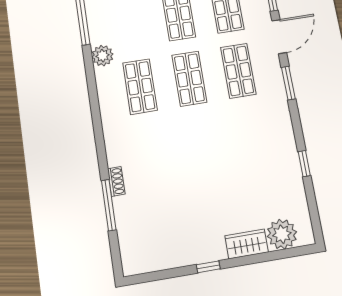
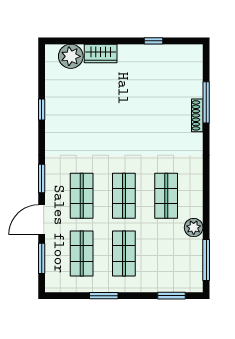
shoe rack: (116, 181) -> (197, 115), width x1.43
window: (208, 267) -> (154, 41), moved

